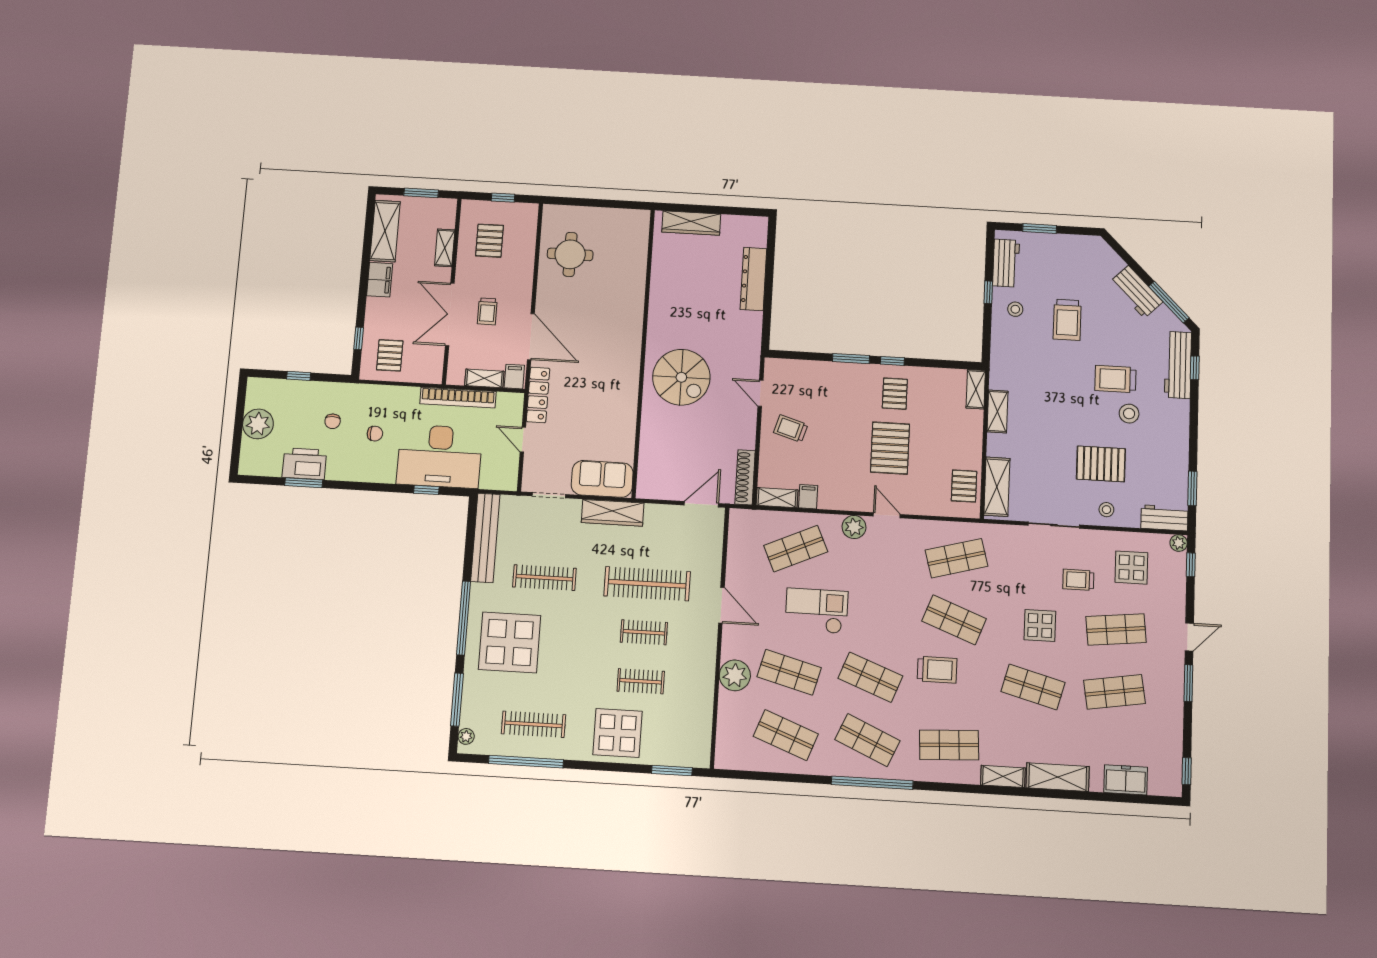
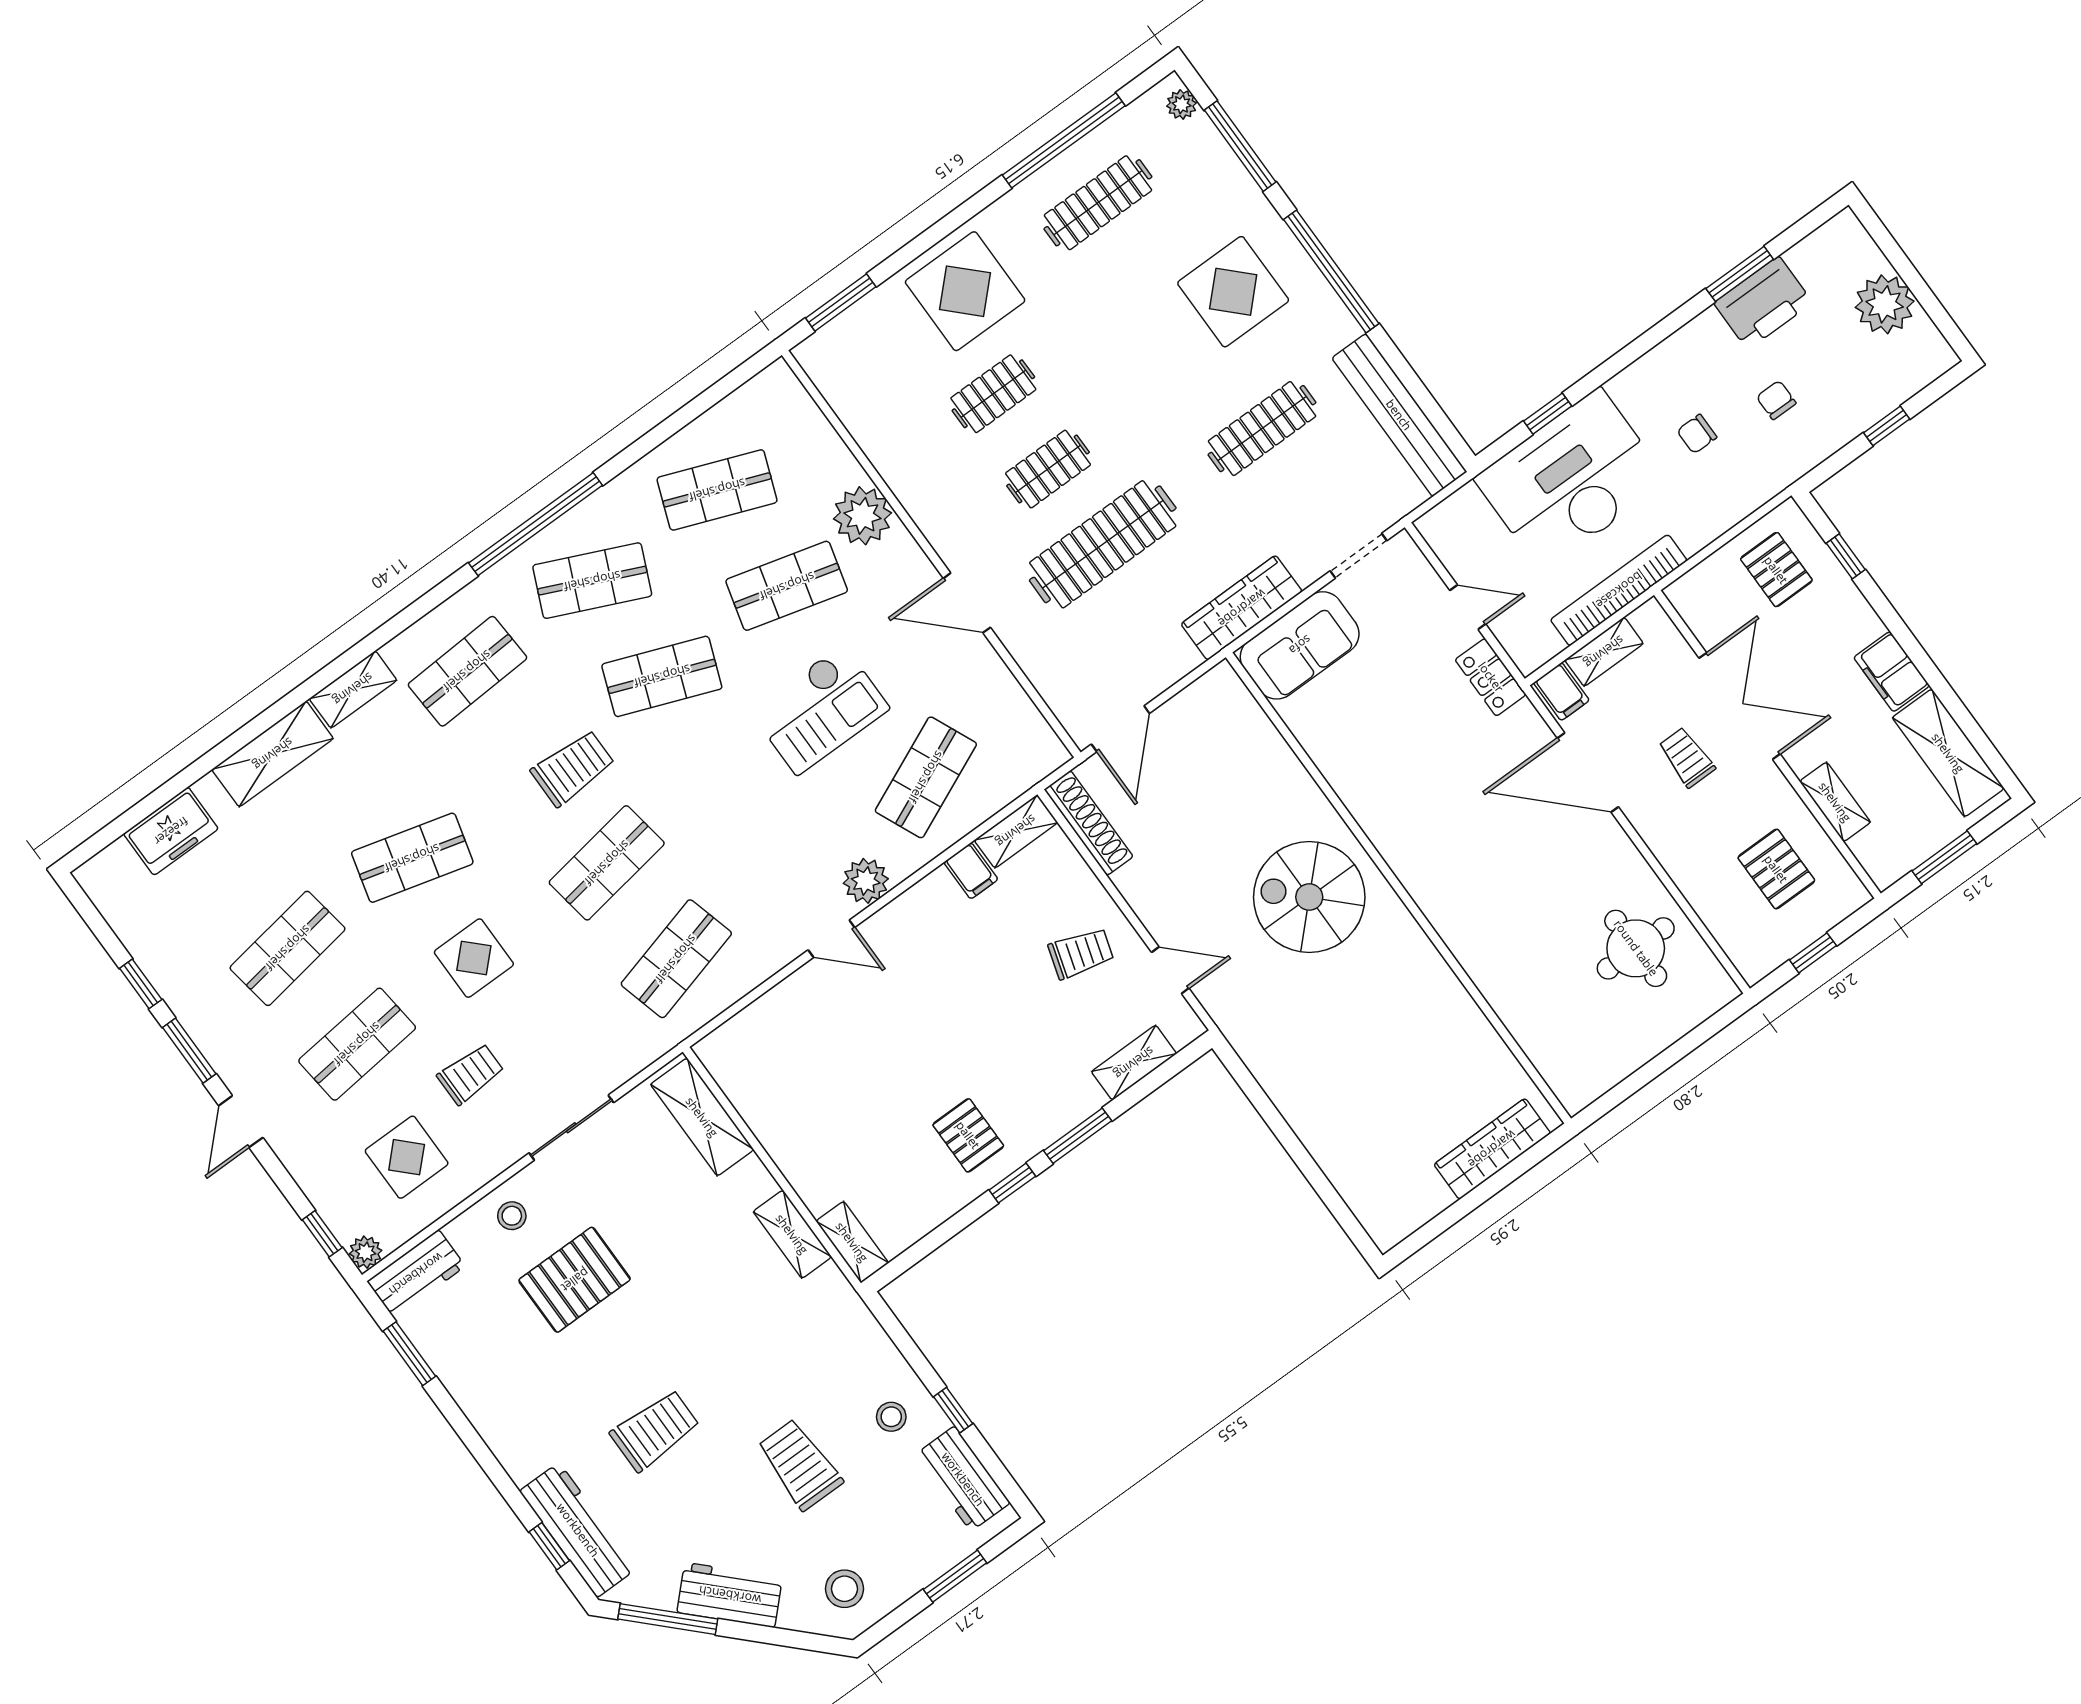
dresser: (753, 279) -> (1325, 1139), removed
shelving: (805, 369) -> (1134, 1063), added
locker: (538, 395) -> (1491, 677), width x0.66
stool: (1129, 414) -> (845, 1589), moved
pallet: (890, 448) -> (908, 1045), removed
pallet: (964, 486) -> (752, 1078), removed
shop shelf: (954, 620) -> (607, 863), turned -30
display table: (510, 642) -> (1233, 292), width x0.73, depth x0.73
trolley: (937, 670) -> (573, 768), turned 180
window: (1187, 771) -> (141, 984), moved

